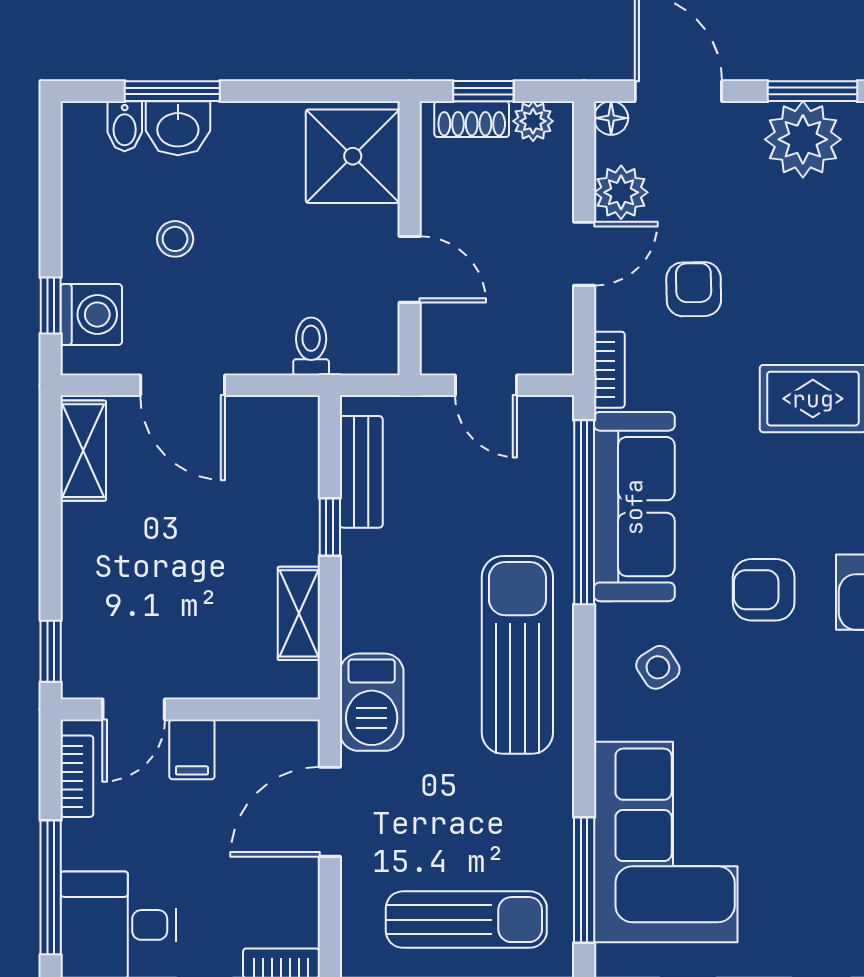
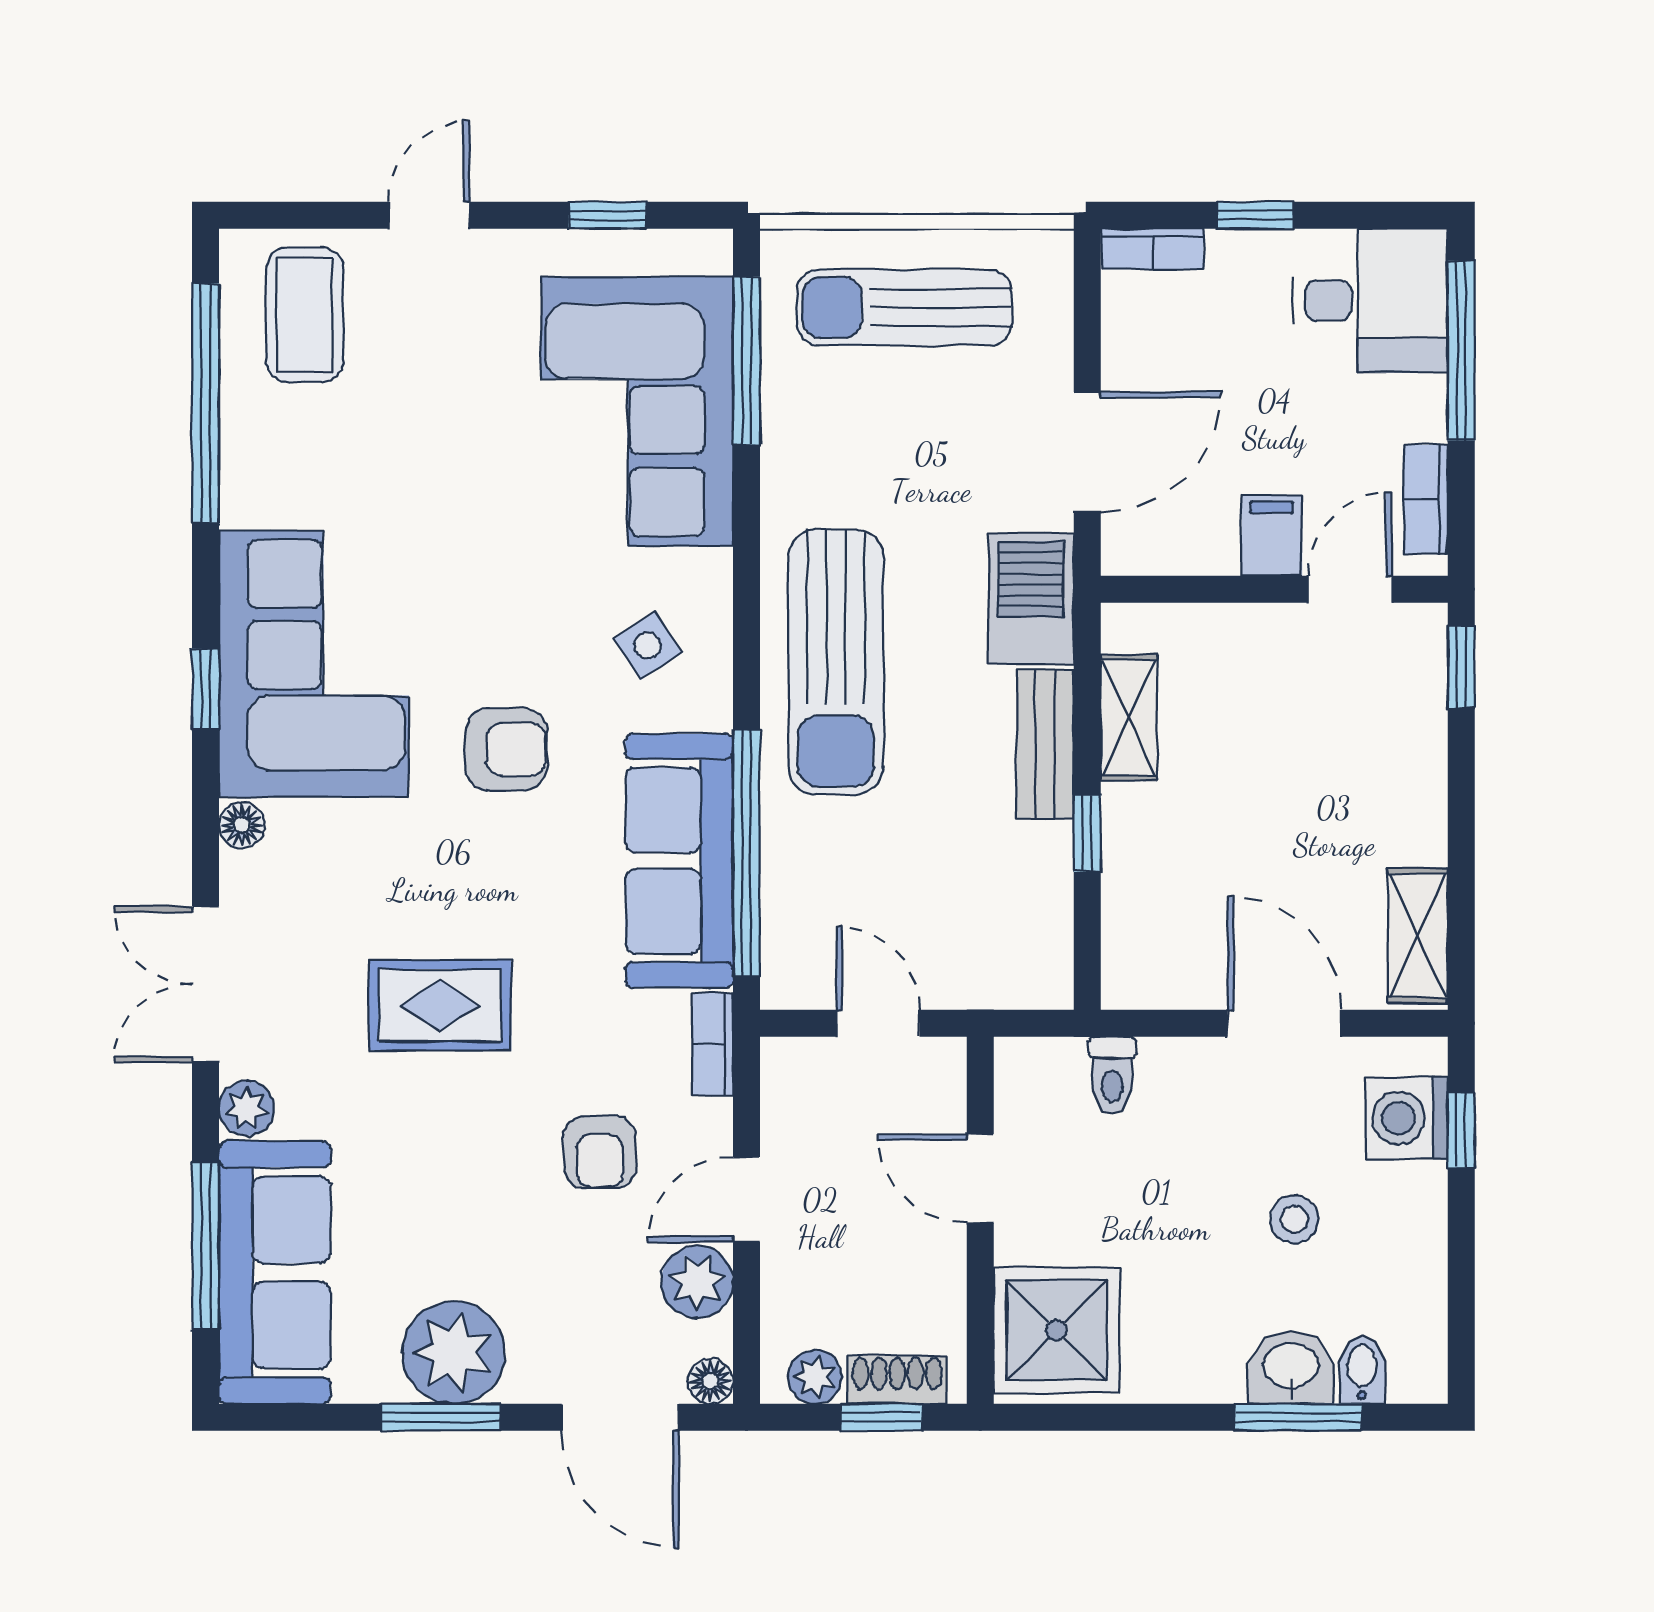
bench: (361, 472) -> (1045, 744), moved

